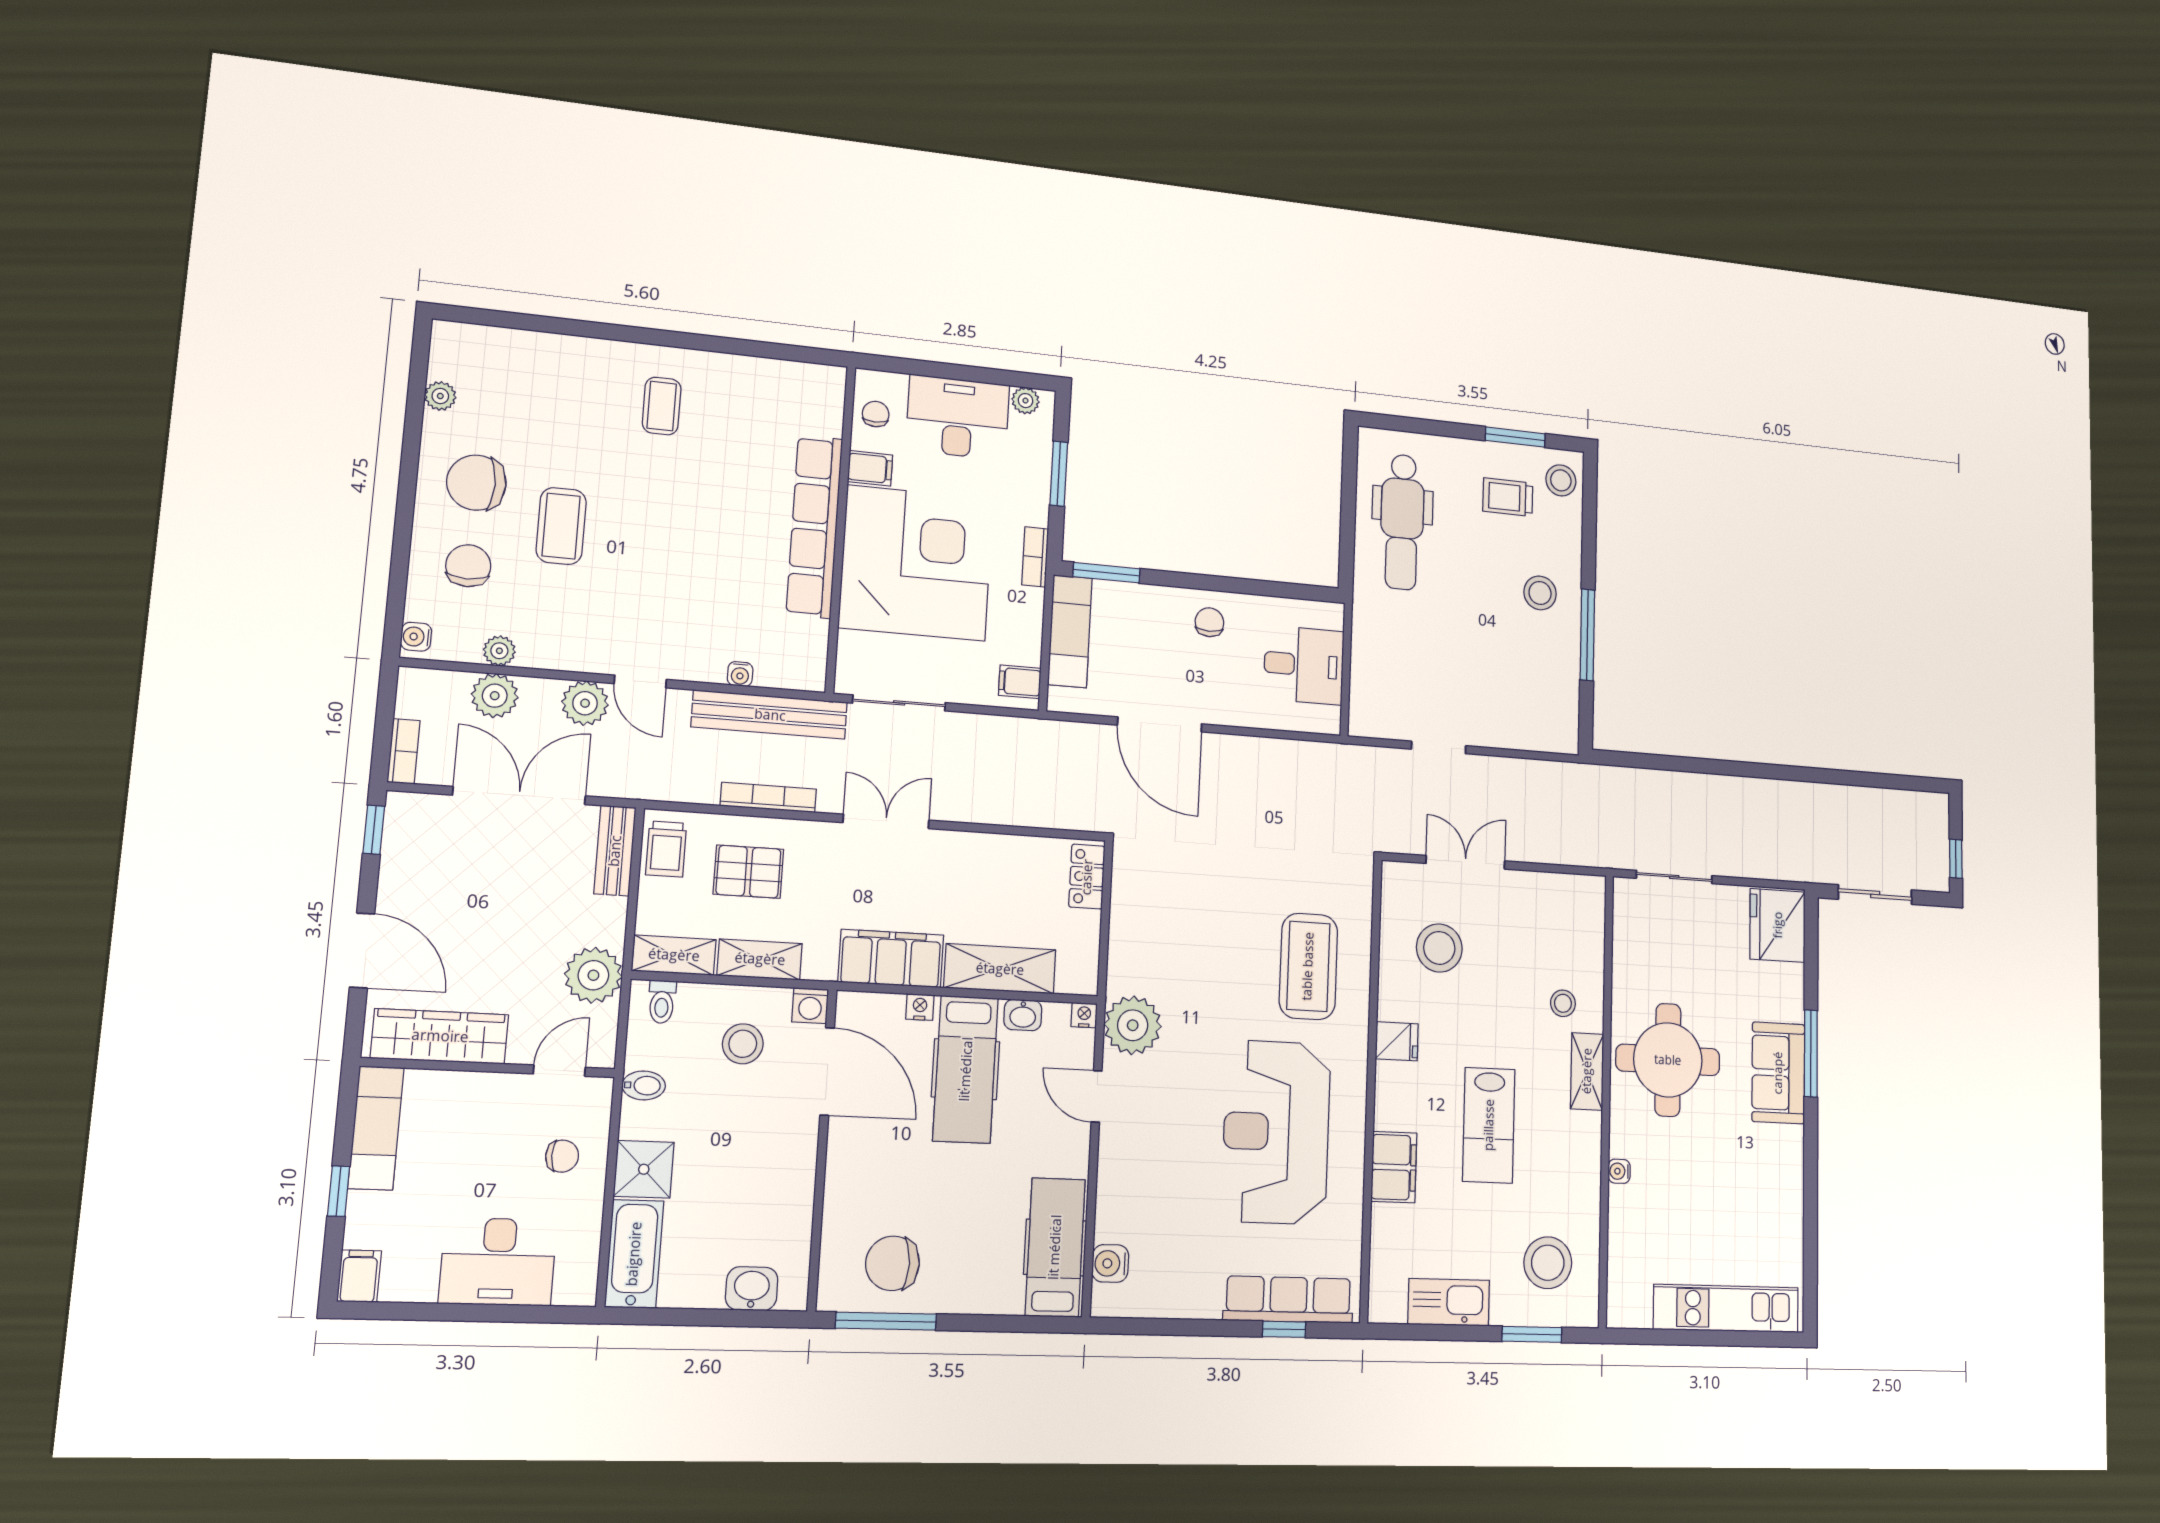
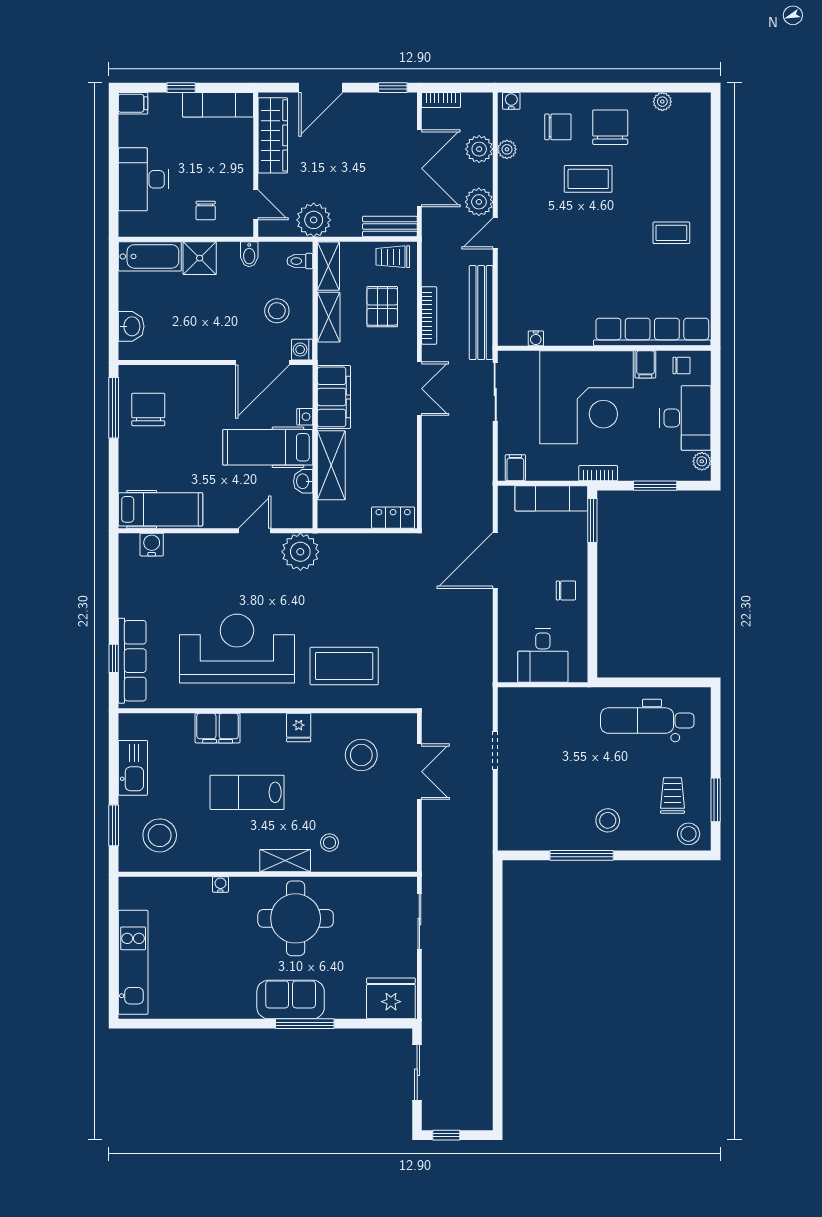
row of seats: (814, 526) -> (652, 332), moved
water cooler: (740, 674) -> (536, 338), moved, turned -90
nightstand: (1084, 1015) -> (305, 520), removed

